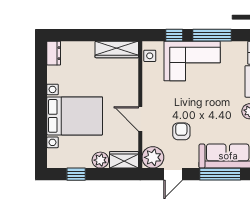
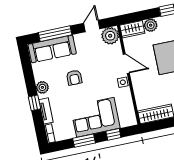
window: (212, 35) -> (84, 141), width x0.69
side table: (150, 56) -> (123, 82), moved
armchair: (181, 131) -> (74, 78), moved

